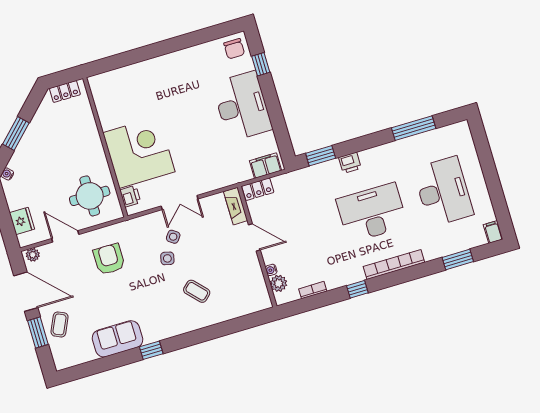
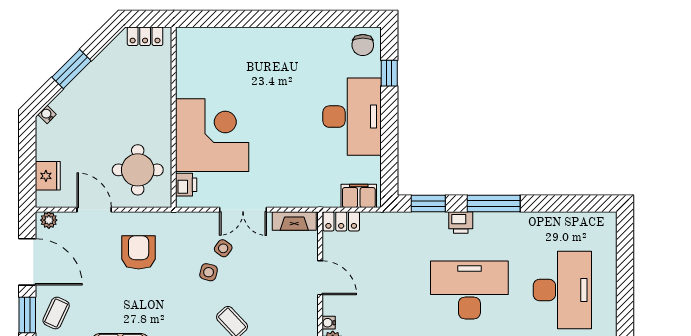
window: (414, 128) -> (494, 204), moved
fireplace: (236, 206) -> (294, 221), moved, turned -90

